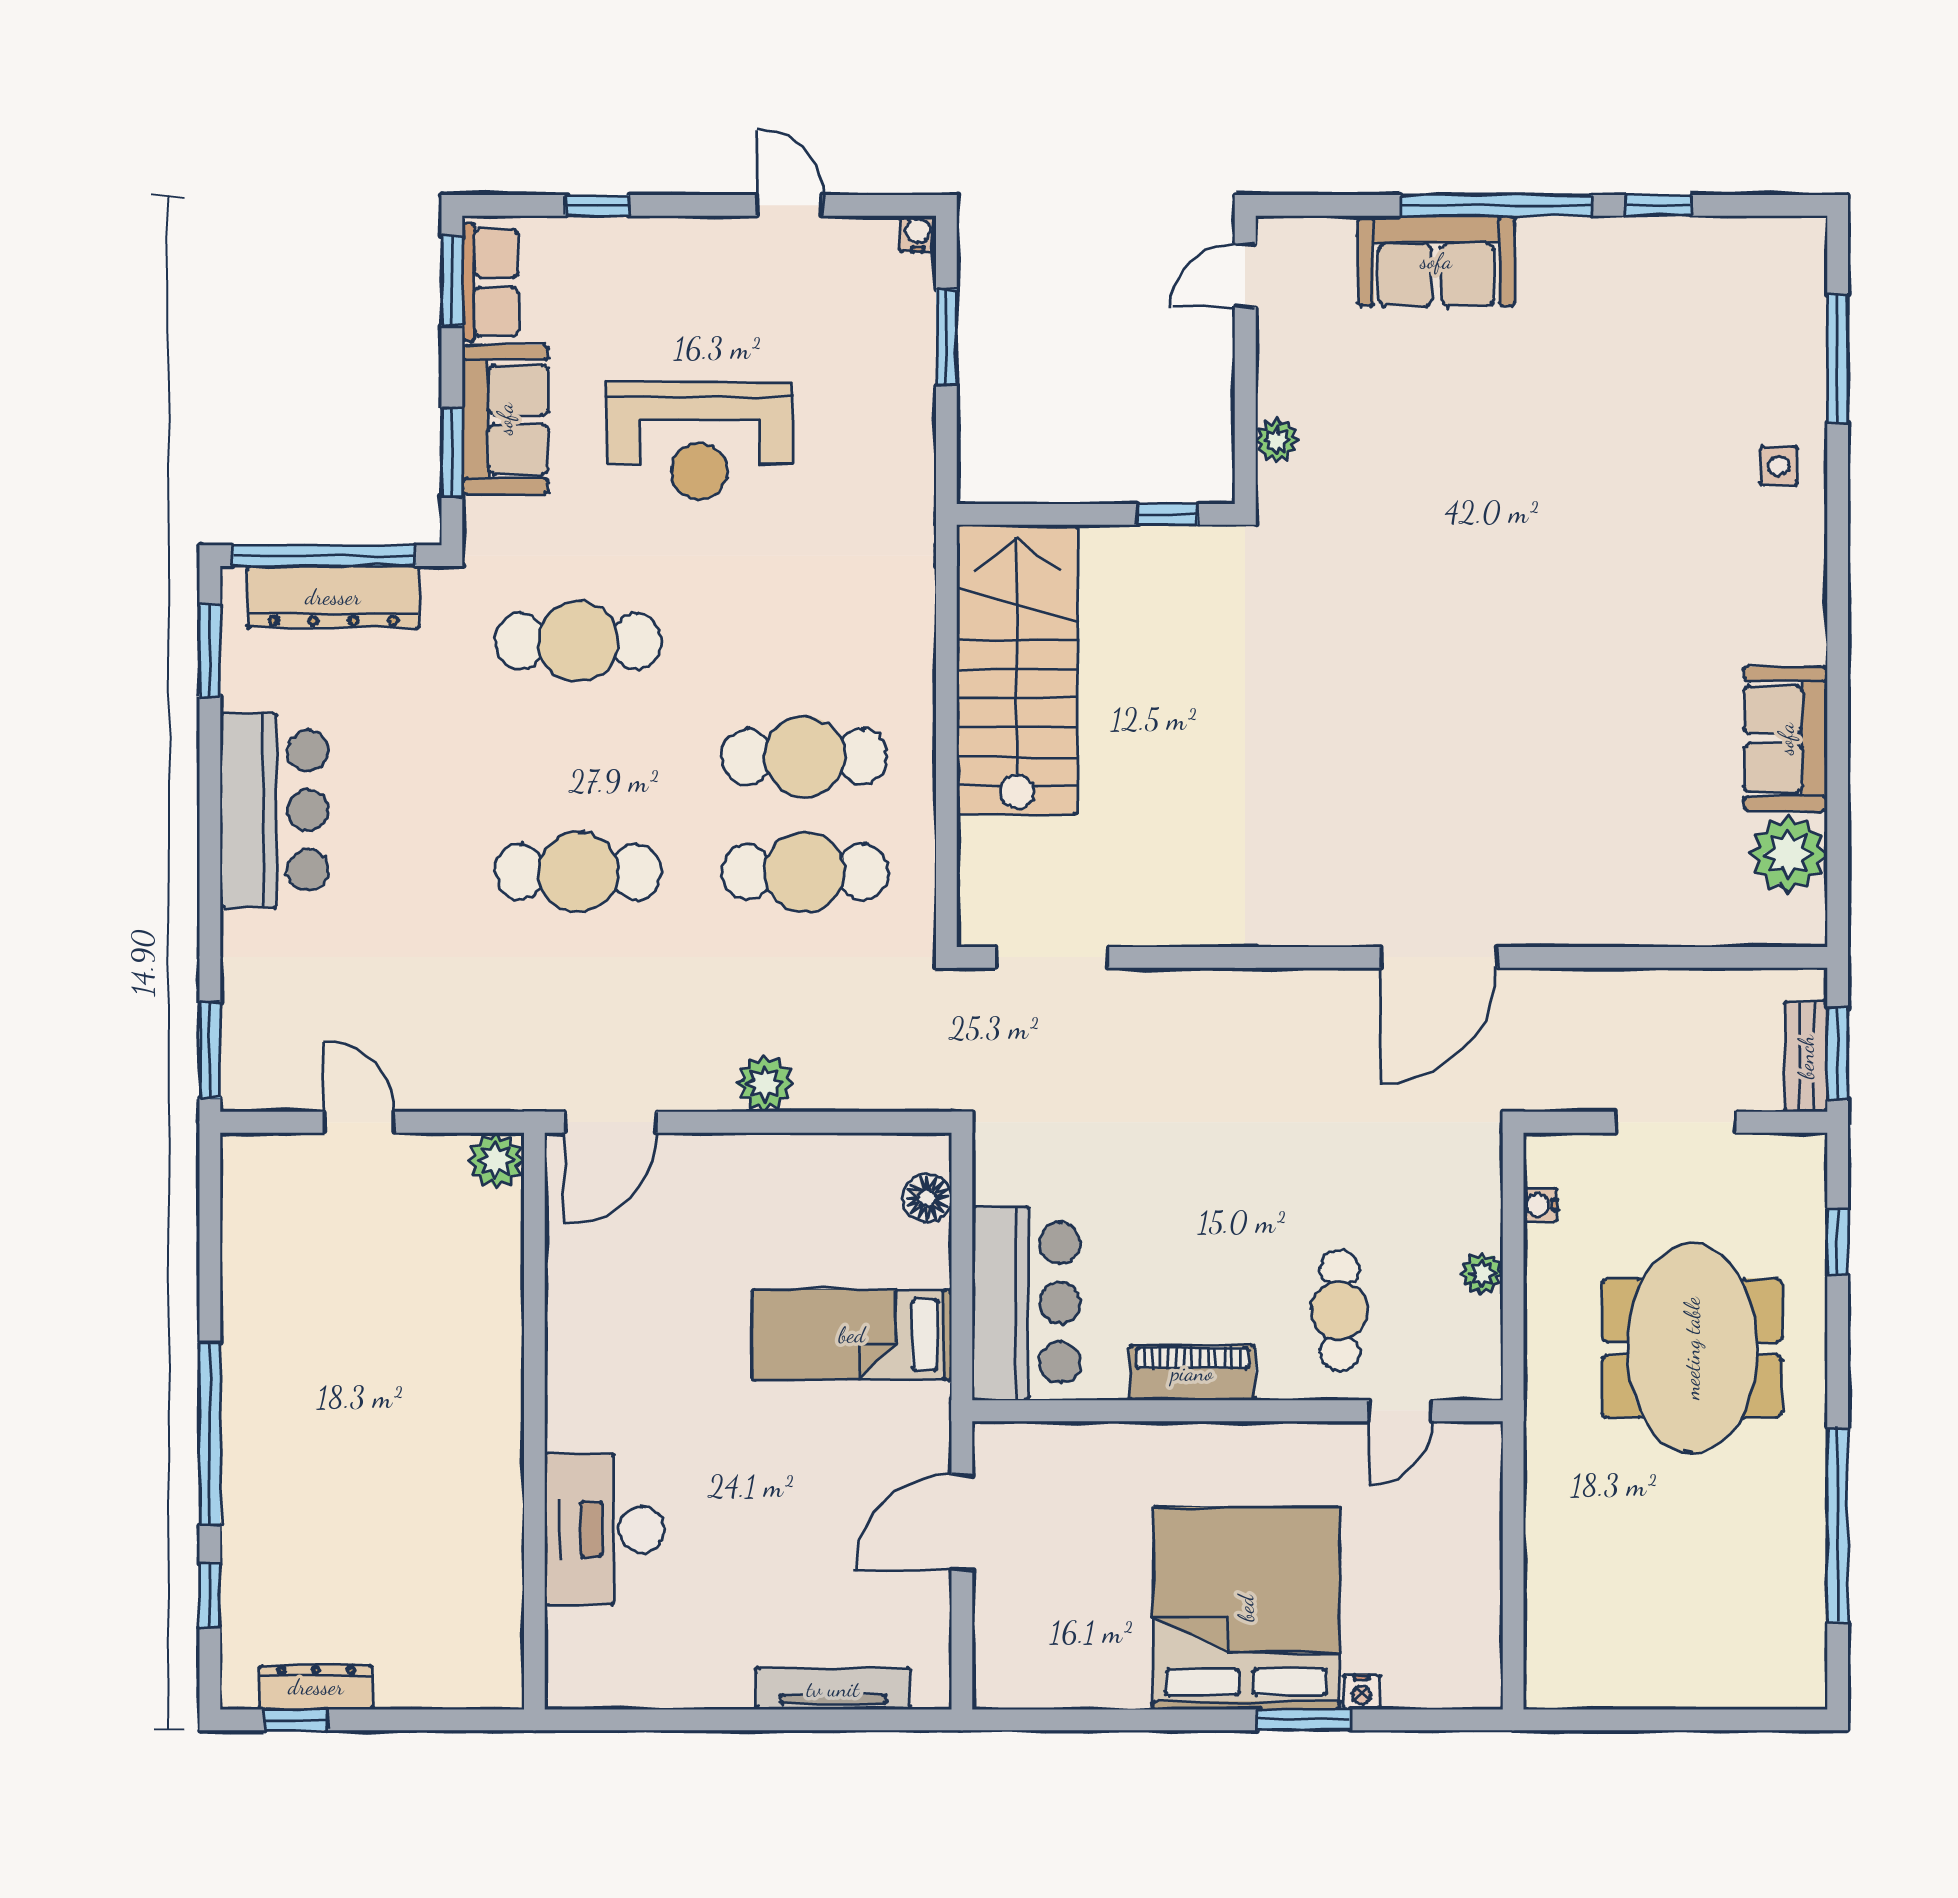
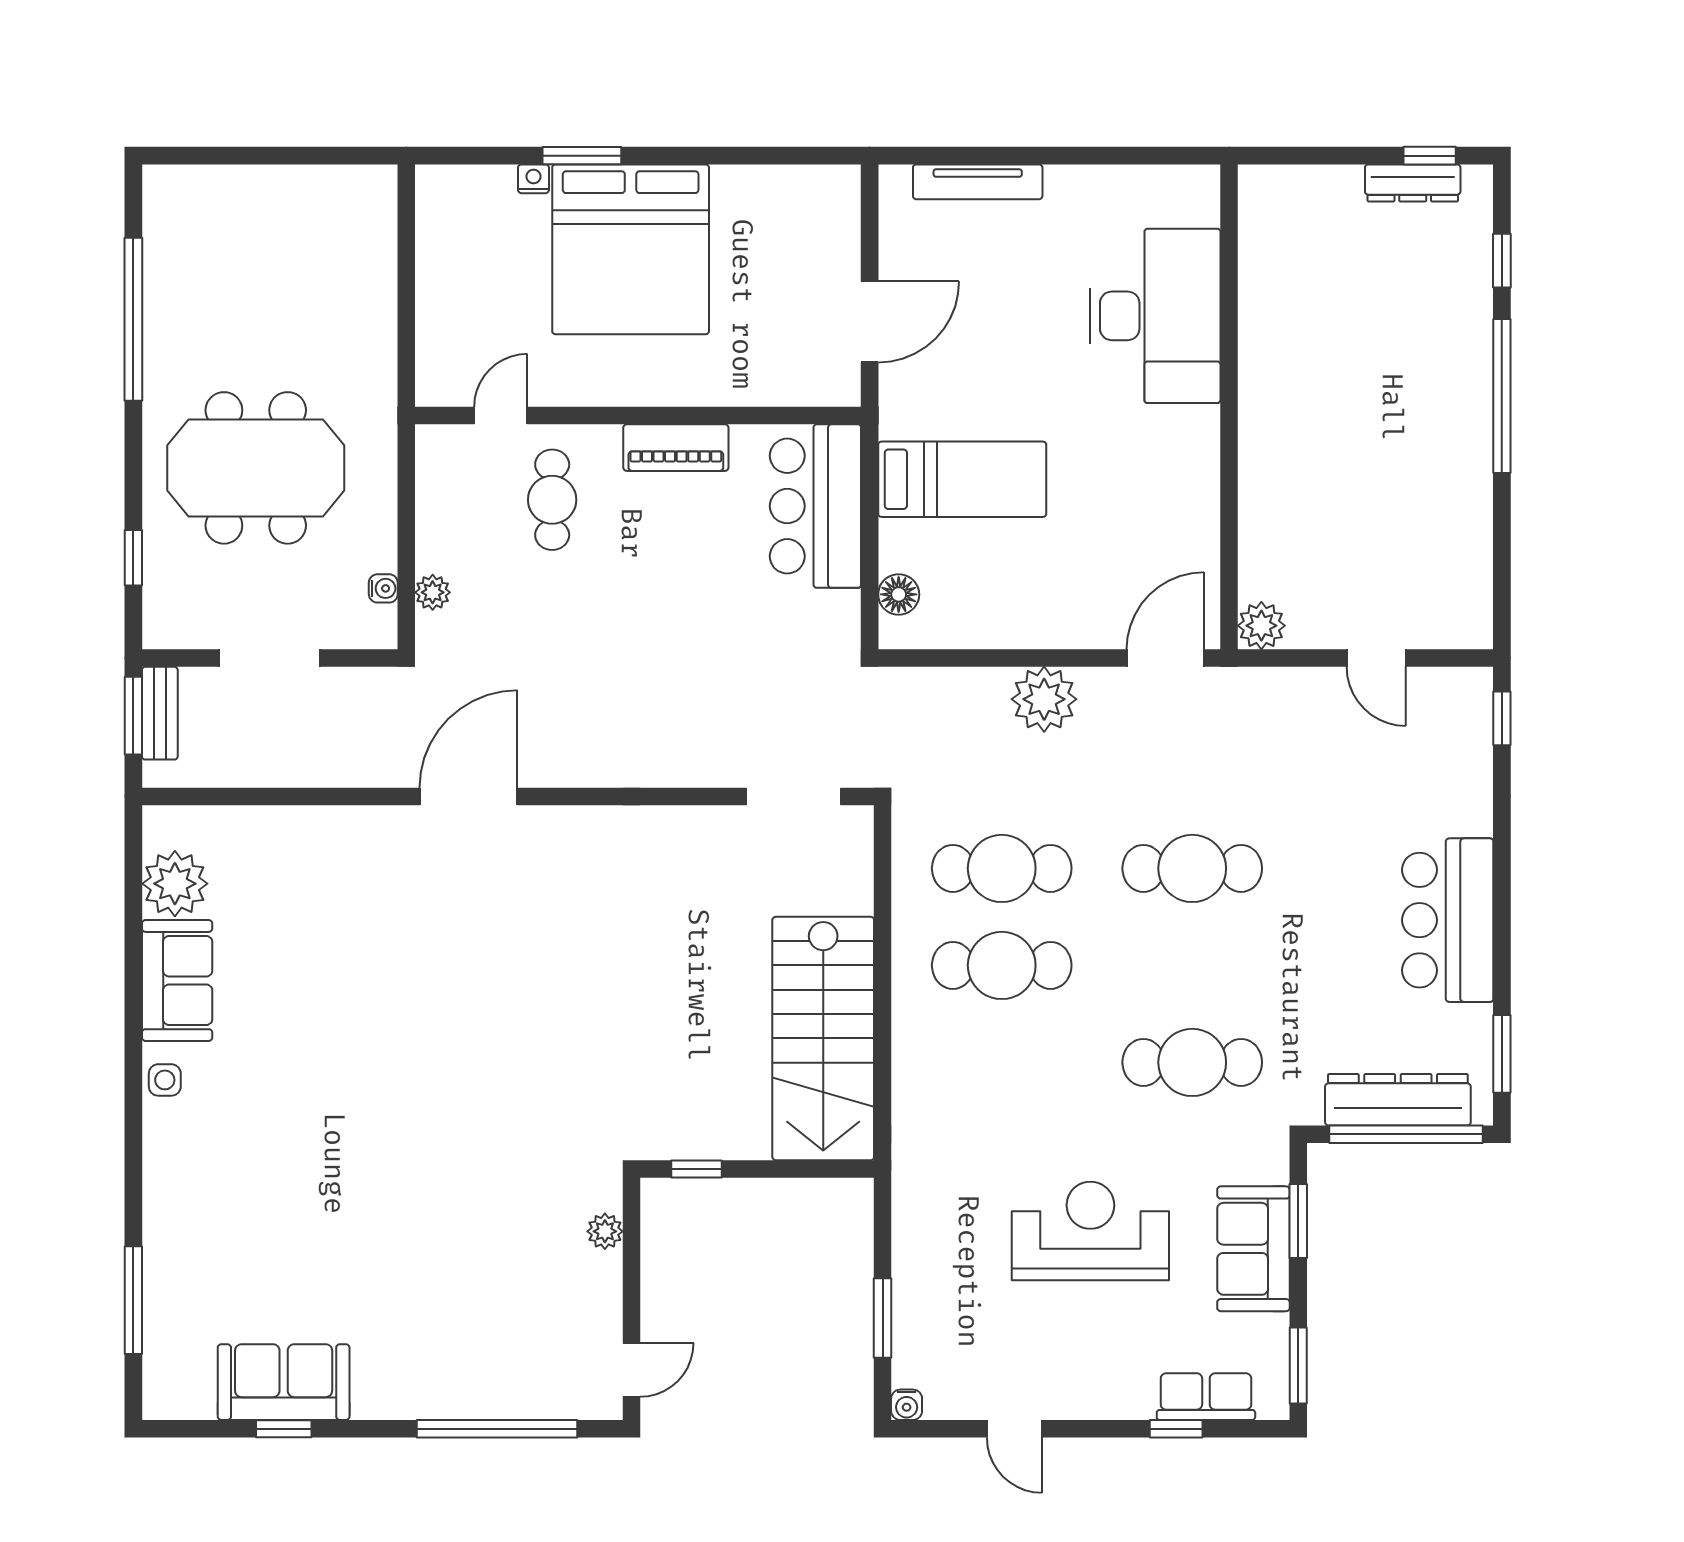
window: (1496, 205) -> (497, 1429), moved
sofa: (1436, 261) -> (284, 1382), moved
row of seats: (490, 283) -> (1206, 1397), moved, turned 90
side table: (1779, 466) -> (165, 1080), moved
window: (210, 1050) -> (1502, 718), width x0.67
plant: (765, 1084) -> (1044, 699), width x1.36, depth x1.36
plant: (1482, 1273) -> (433, 592), moved
meeting table: (1692, 1348) -> (256, 468), turned 90
desk: (604, 1529) -> (1155, 316), width x1.36, depth x1.30

